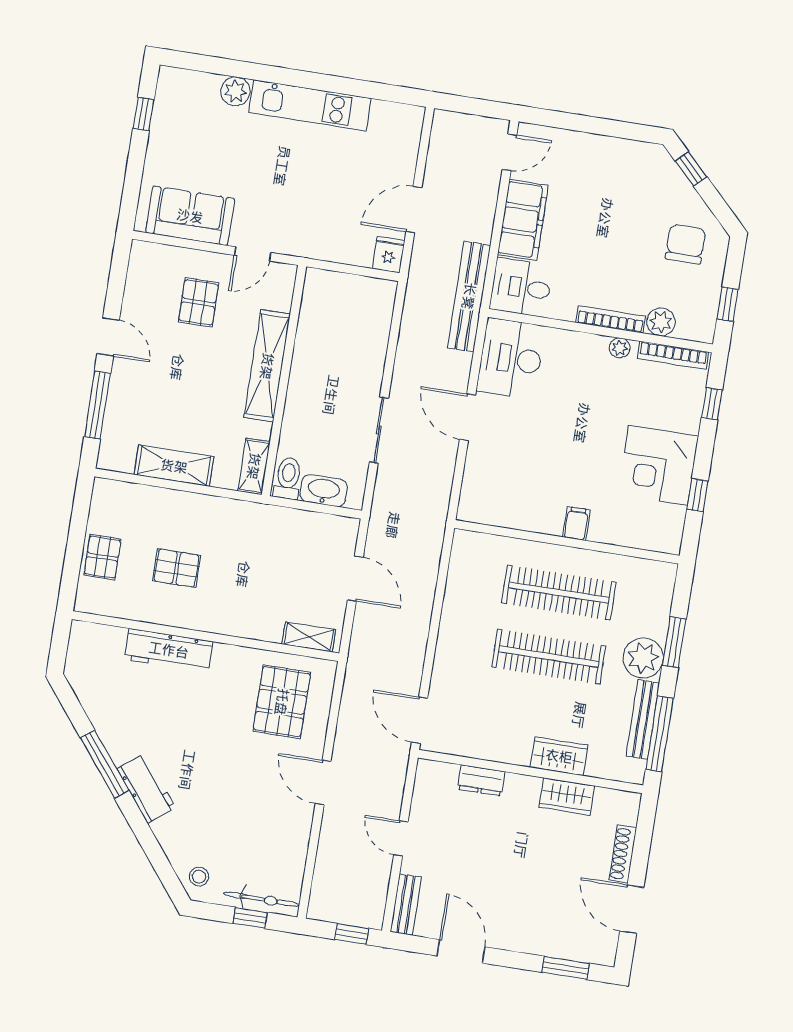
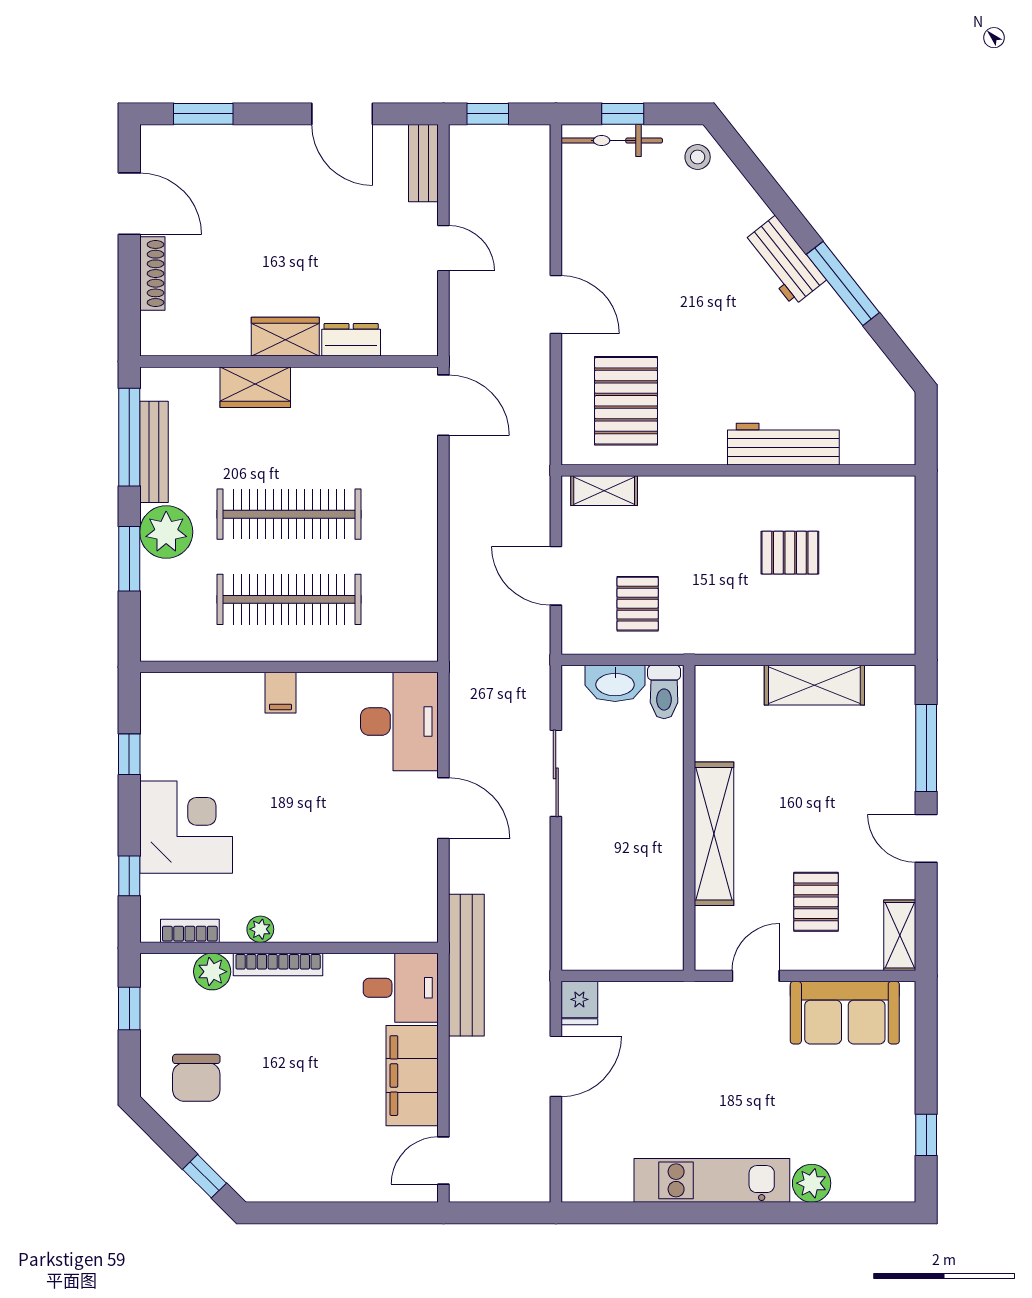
bookcase: (673, 355) -> (190, 931), width x0.64
desk: (511, 359) -> (399, 722), moved
corner desk: (658, 465) -> (186, 827), moved
shelving: (254, 466) -> (900, 935), moved
pallet: (102, 557) -> (638, 604), moved
wardrobe: (567, 796) -> (285, 337), moved

